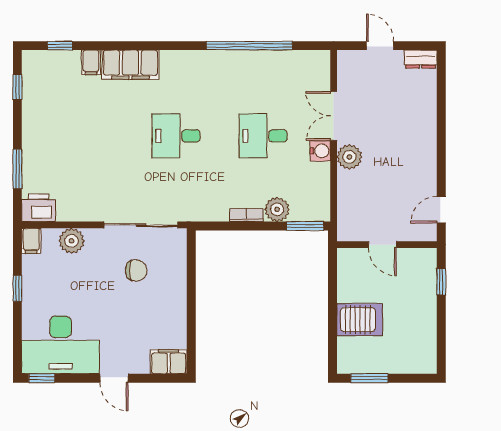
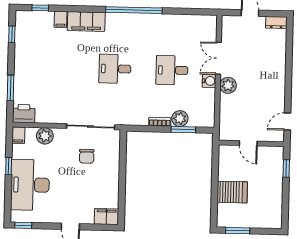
window: (249, 46) -> (134, 10), moved
window: (305, 226) -> (183, 130), moved
chair: (136, 270) -> (87, 156), turned 90
desk: (61, 345) -> (30, 185), moved, turned 90

